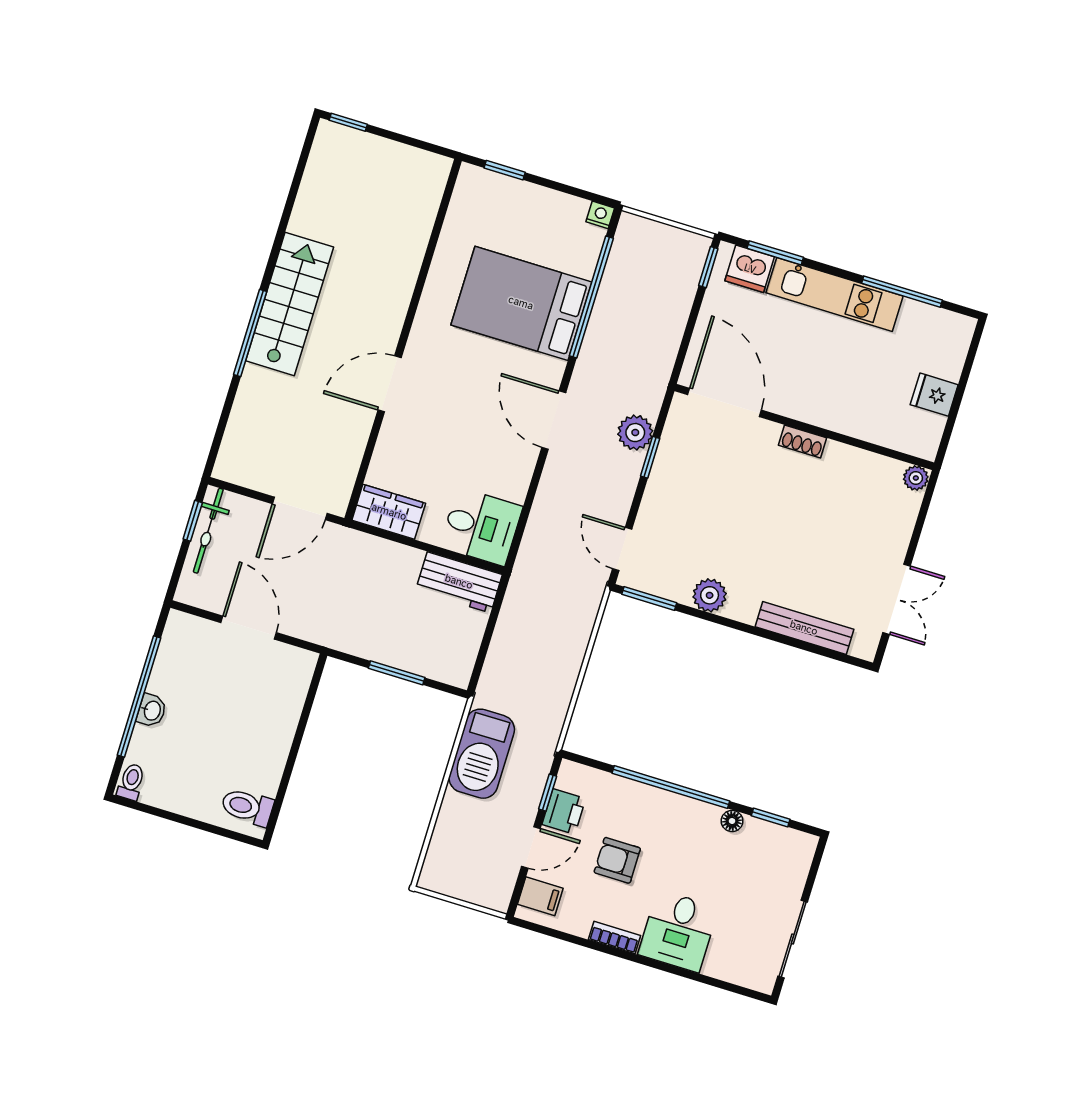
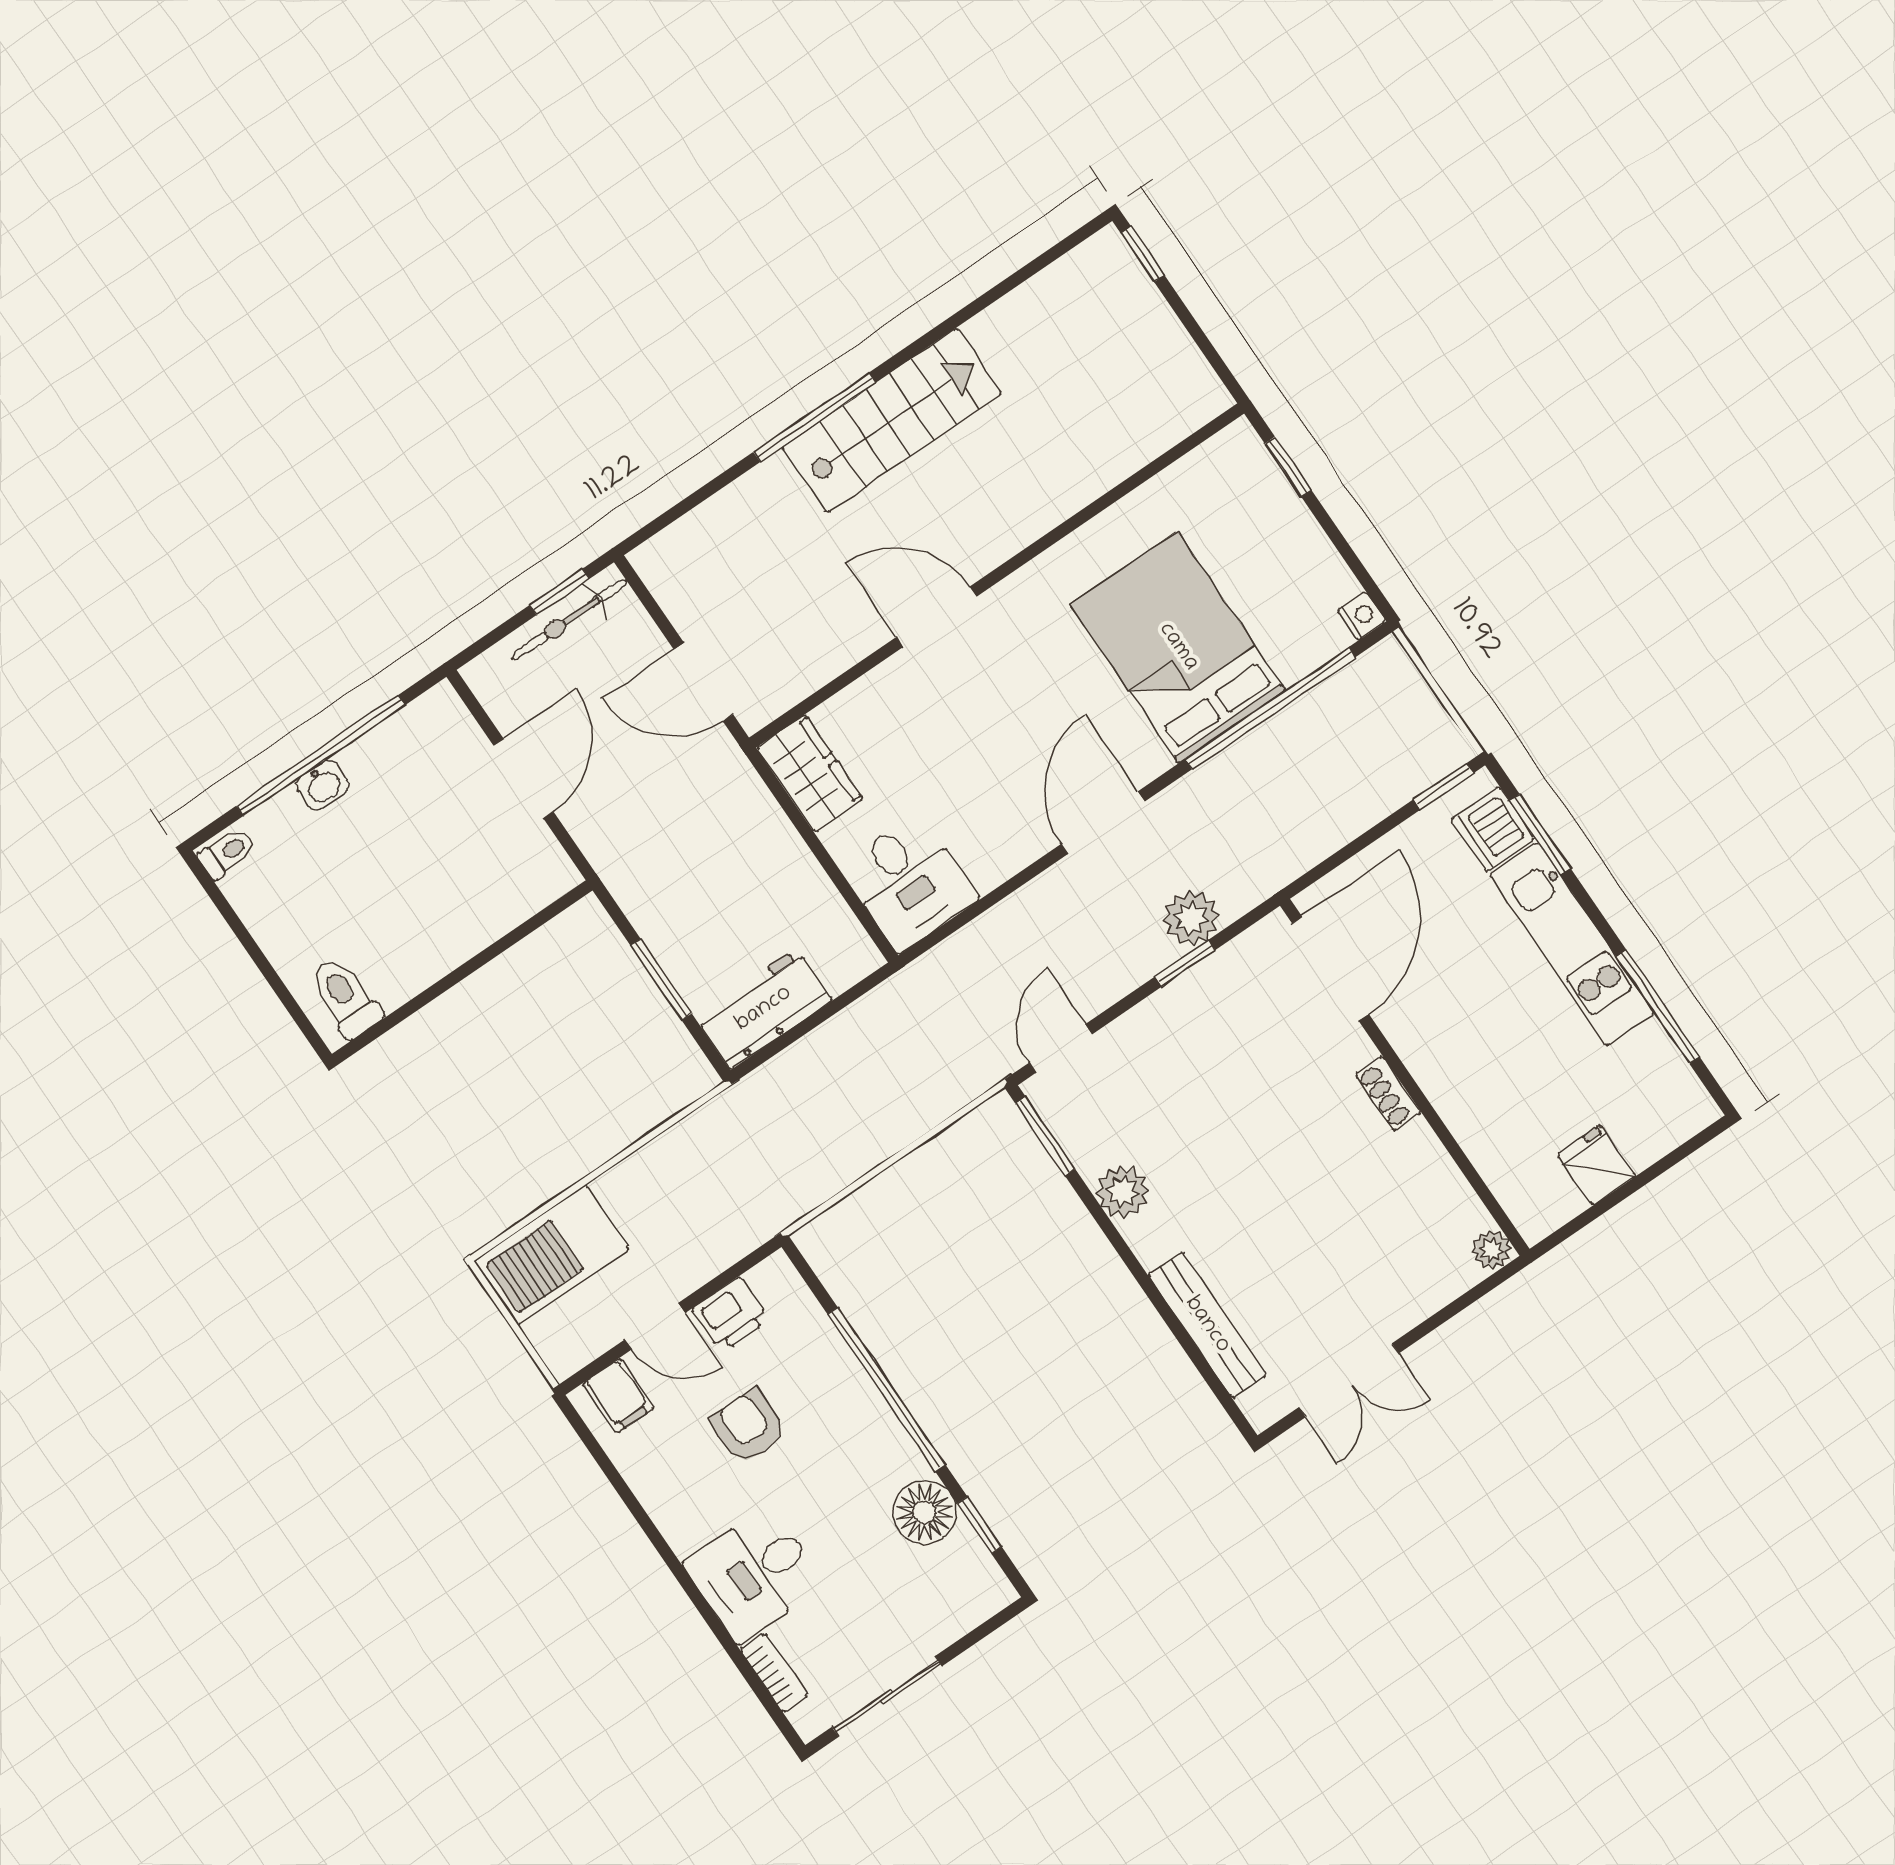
workbench: (459, 582) -> (764, 1009), moved, turned 90
barbecue: (482, 754) -> (552, 1255), moved
window: (548, 793) -> (729, 1275), removed
floor lamp: (732, 821) -> (925, 1512), width x1.89, depth x1.89
bookcase: (615, 938) -> (774, 1673), moved

